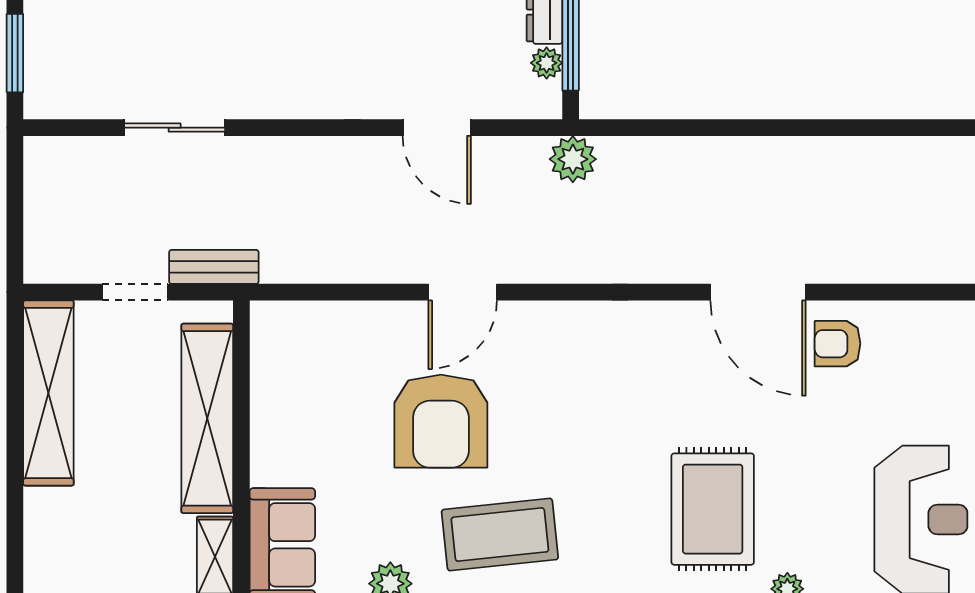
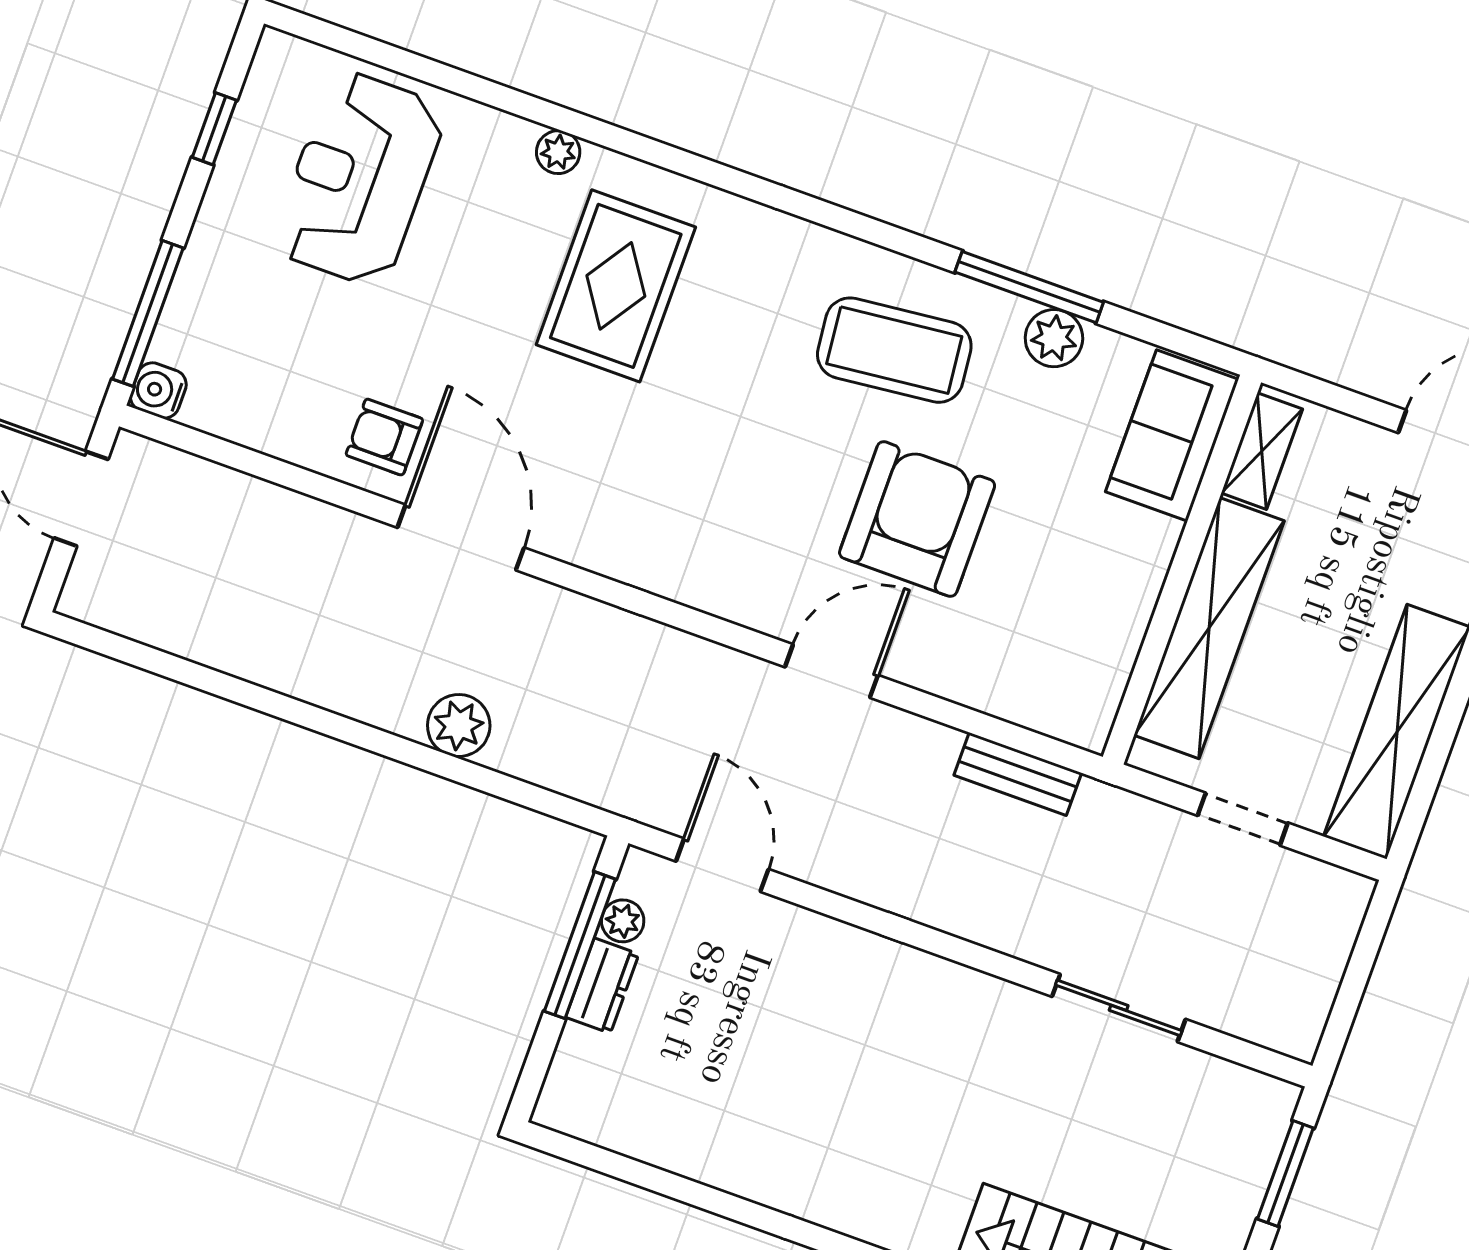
door: (437, 128) -> (722, 865), moved
plant: (573, 159) -> (459, 726), moved
bench: (214, 267) -> (1018, 774), moved
armchair: (837, 344) -> (384, 437), turned 180

